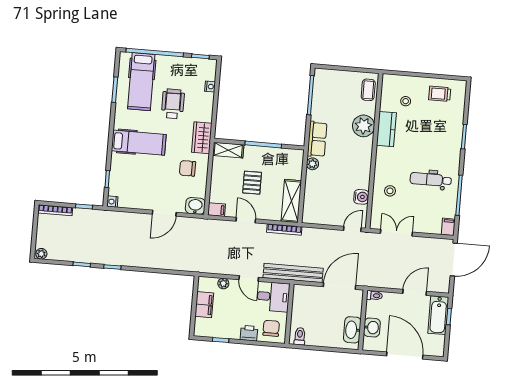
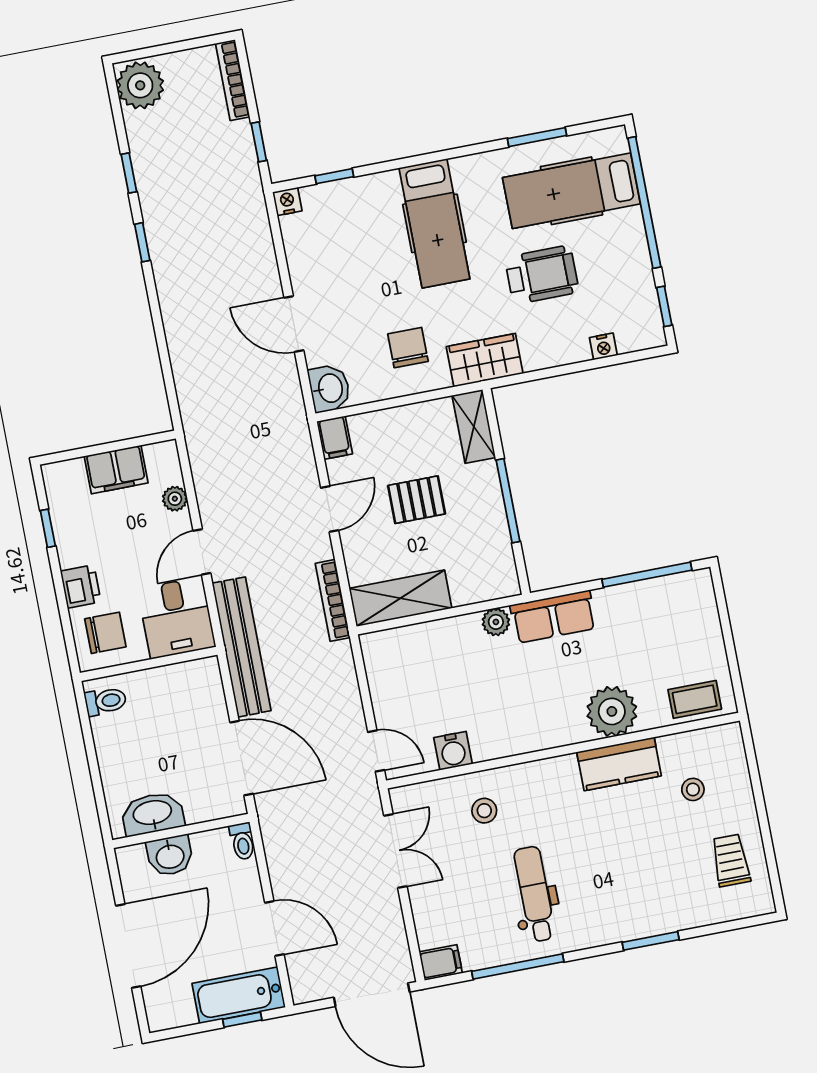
plant: (41, 254) -> (140, 85), width x1.88, depth x1.88

